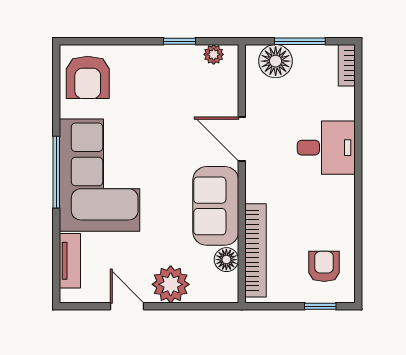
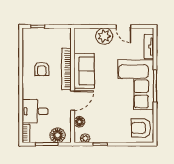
armchair: (88, 77) -> (141, 128), turned -90
door: (242, 139) -> (73, 101), hinge flipped
desk: (326, 148) -> (35, 111), moved
bookcase: (255, 250) -> (66, 69), moved
floor lamp: (226, 260) -> (79, 122), moved
armchair: (324, 266) -> (42, 69), moved

